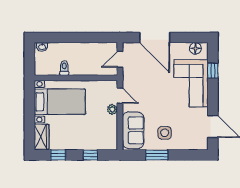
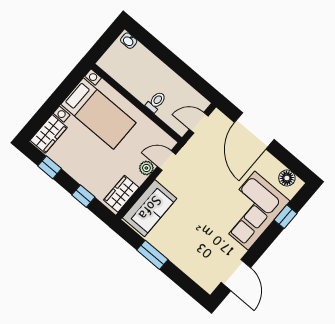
toilet: (64, 68) -> (156, 102), moved
door: (120, 96) -> (167, 160), swing flipped
side table: (165, 133) -> (180, 239), removed
wardrobe: (111, 136) -> (121, 194), added

